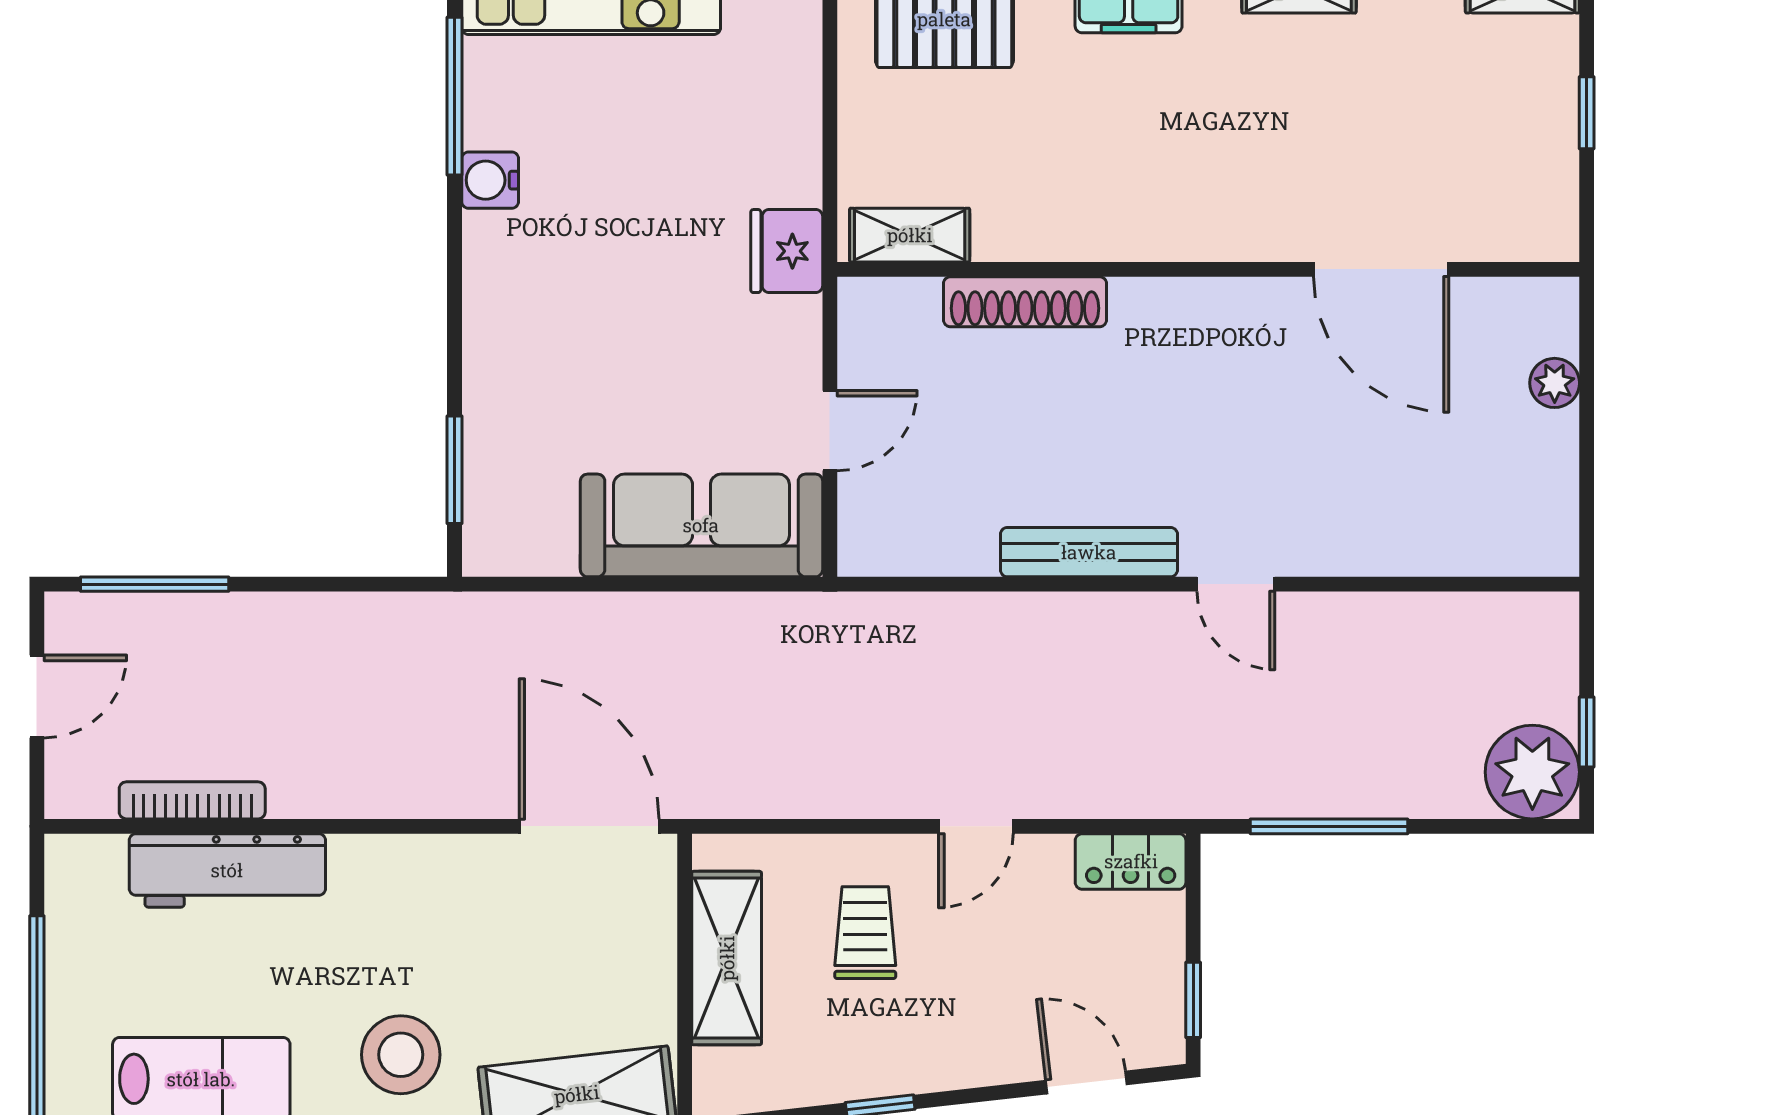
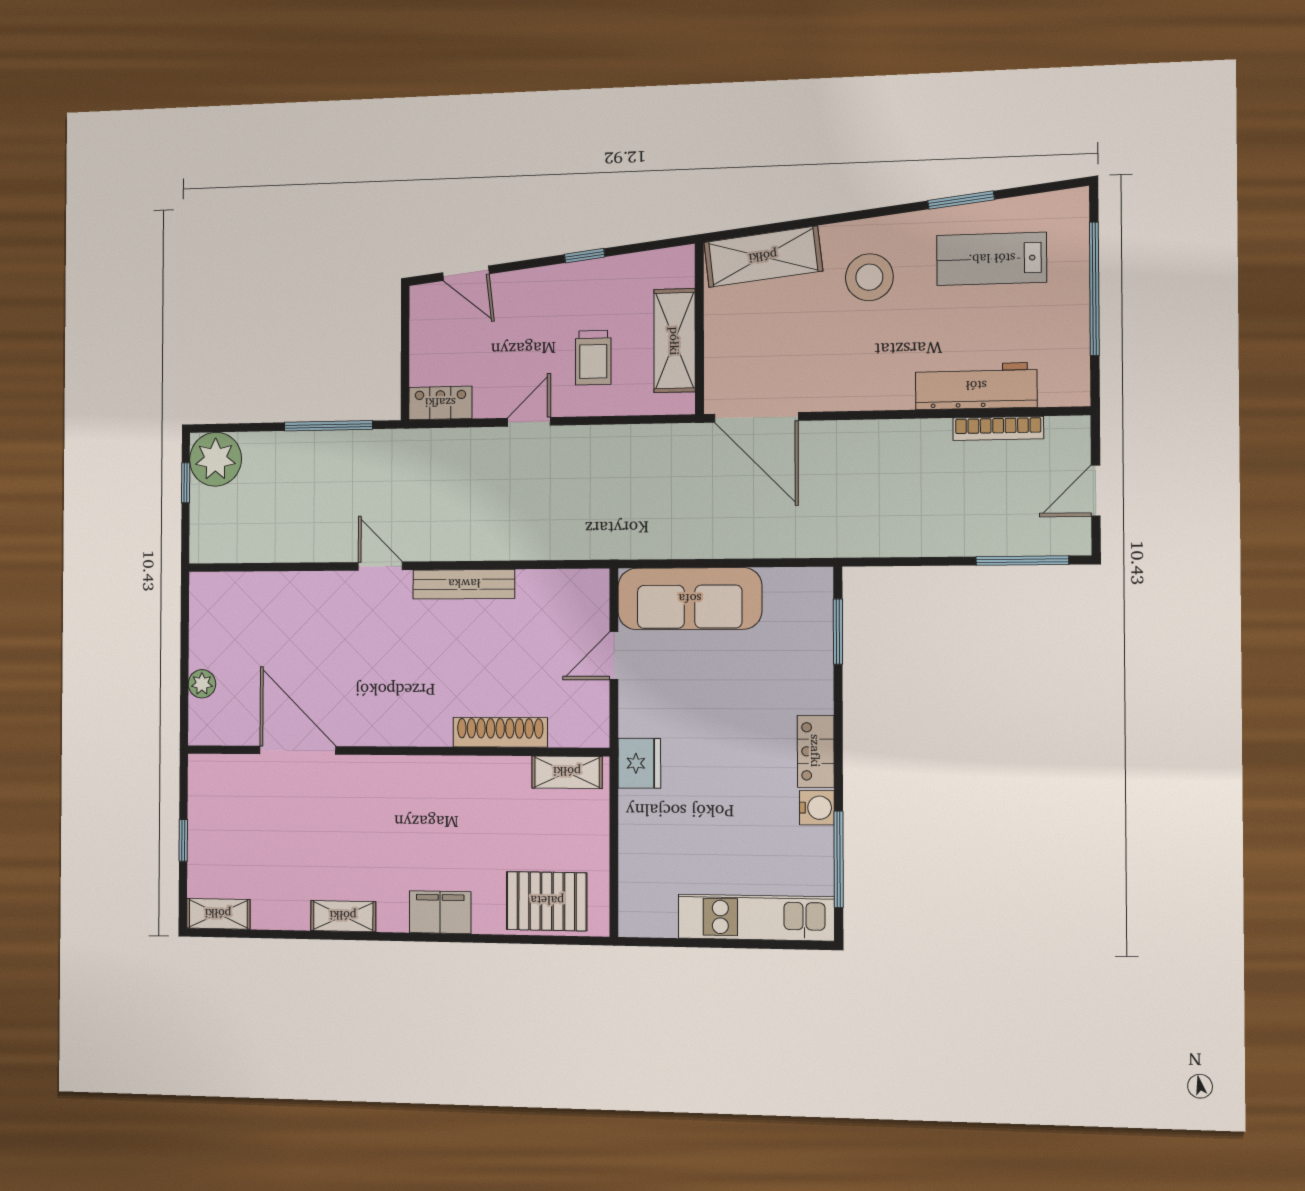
locker: (492, 273) -> (816, 751), added
window: (1193, 1000) -> (405, 323), removed

